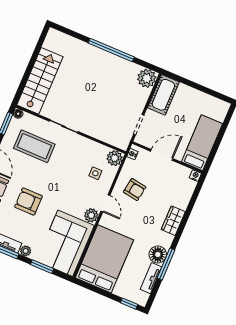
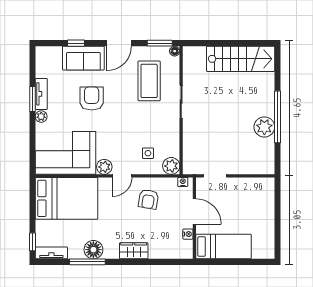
plant: (147, 78) -> (264, 127), moved
stairs: (40, 81) -> (241, 59), moved
cot: (163, 95) -> (255, 188), removed
nightstand: (195, 176) -> (188, 234), moved
window: (42, 267) -> (32, 140), removed
tv unit: (151, 278) -> (51, 253), moved

